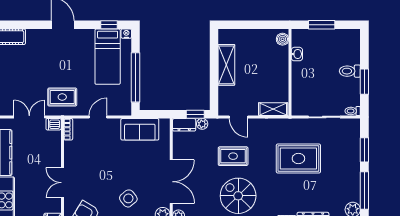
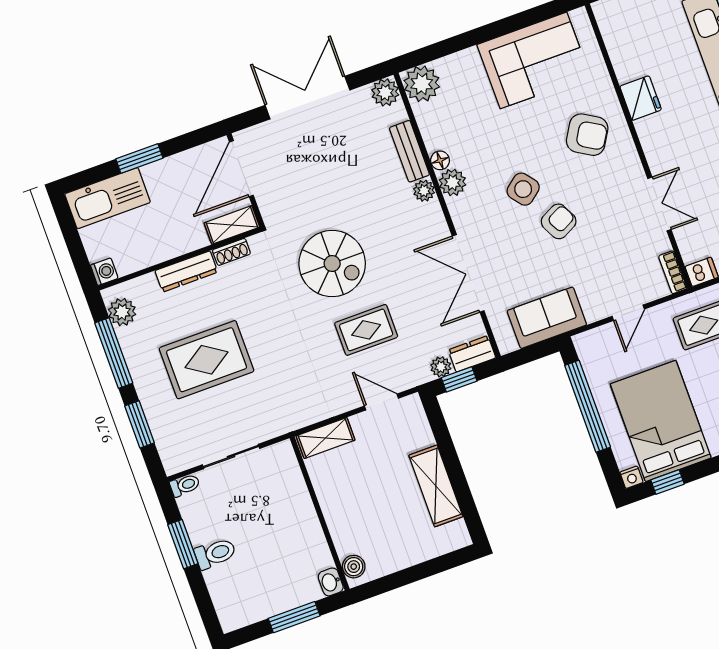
washbasin: (297, 54) -> (331, 582), moved
bed: (108, 57) -> (661, 421), width x1.50
rug: (298, 158) -> (207, 360), moved
armchair: (116, 176) -> (559, 221), added
double door: (171, 182) -> (468, 273), moved
double door: (62, 183) -> (659, 204), moved

